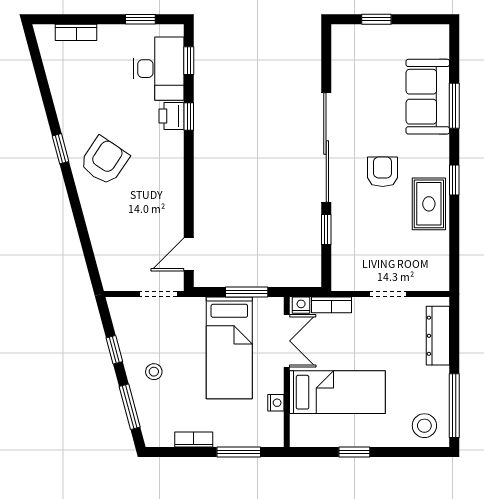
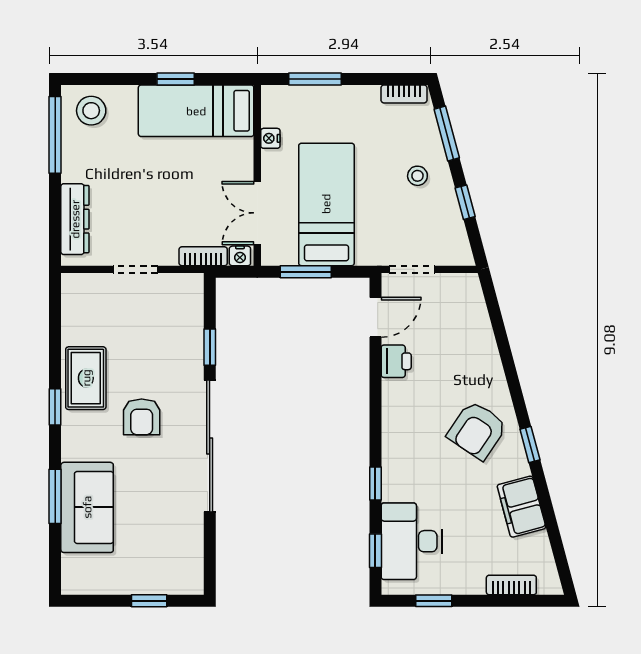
filing cabinet: (68, 97) -> (522, 507), added
printer: (172, 116) -> (396, 361), moved
bed: (337, 392) -> (196, 111), moved
bookcase: (194, 440) -> (404, 94), moved

